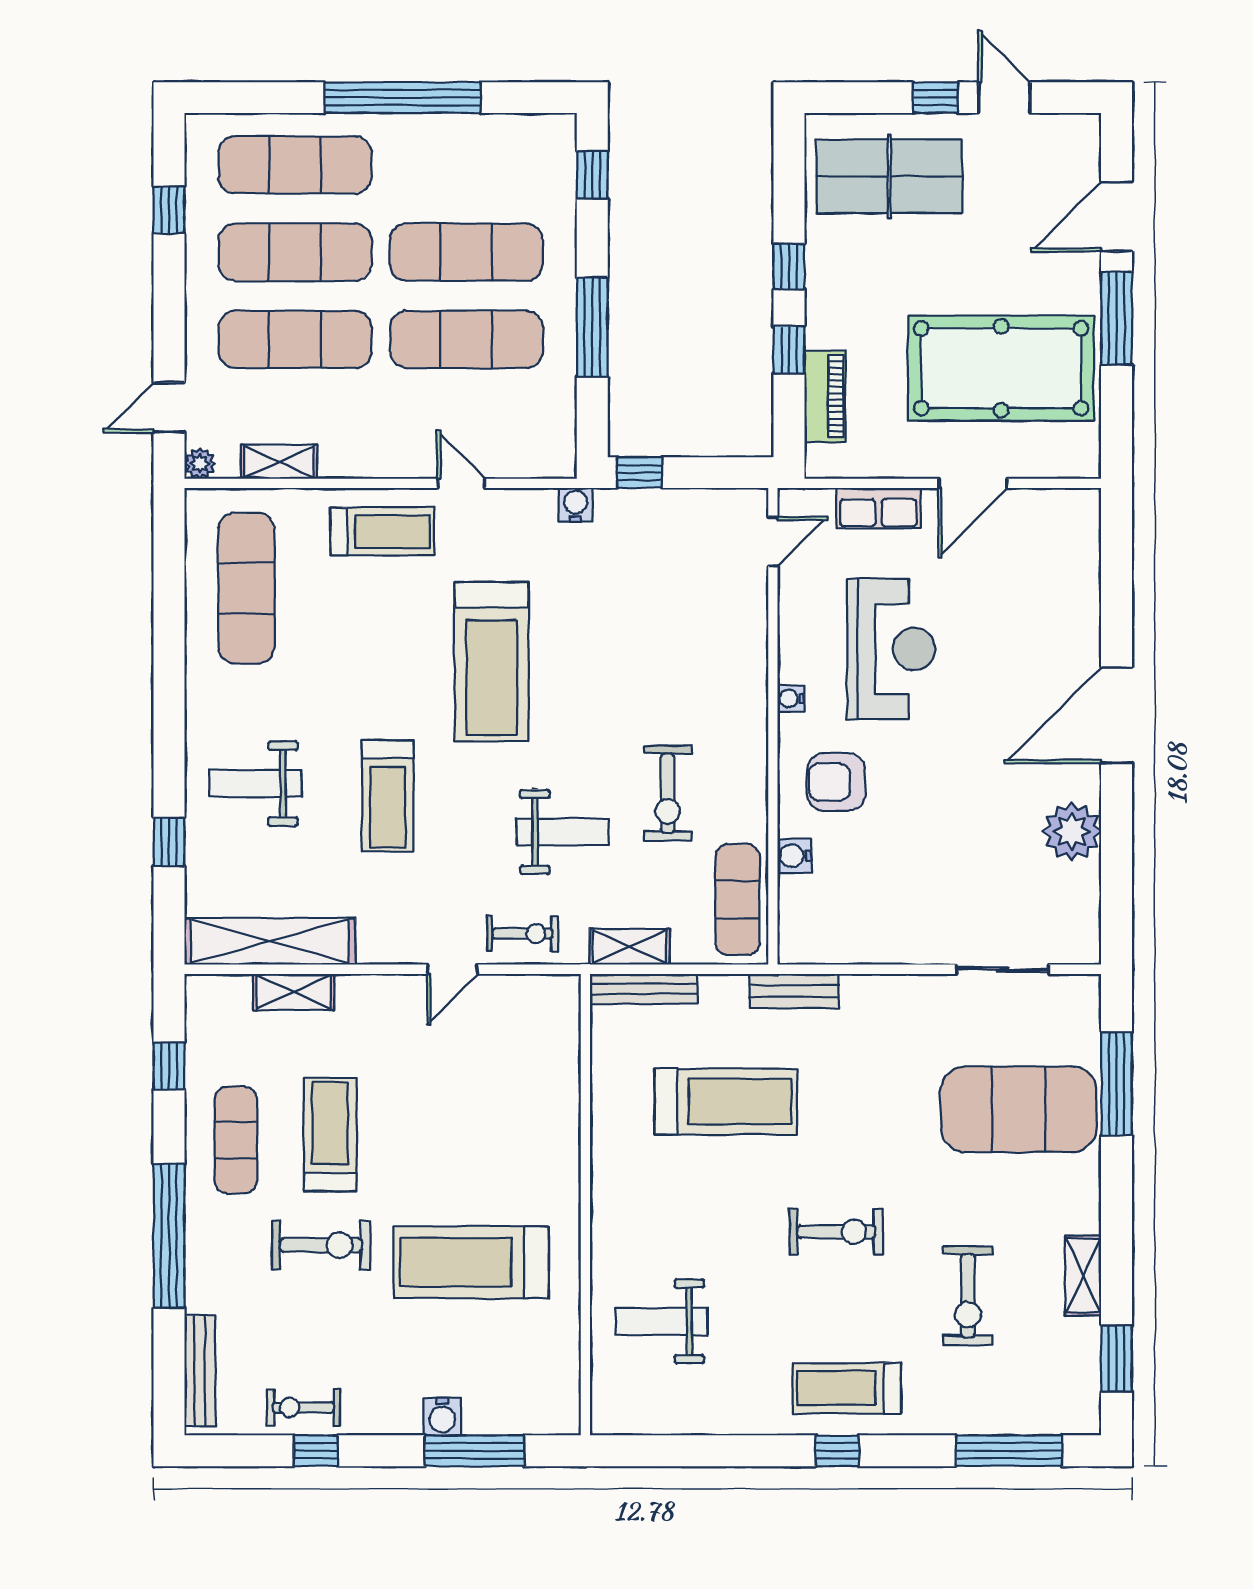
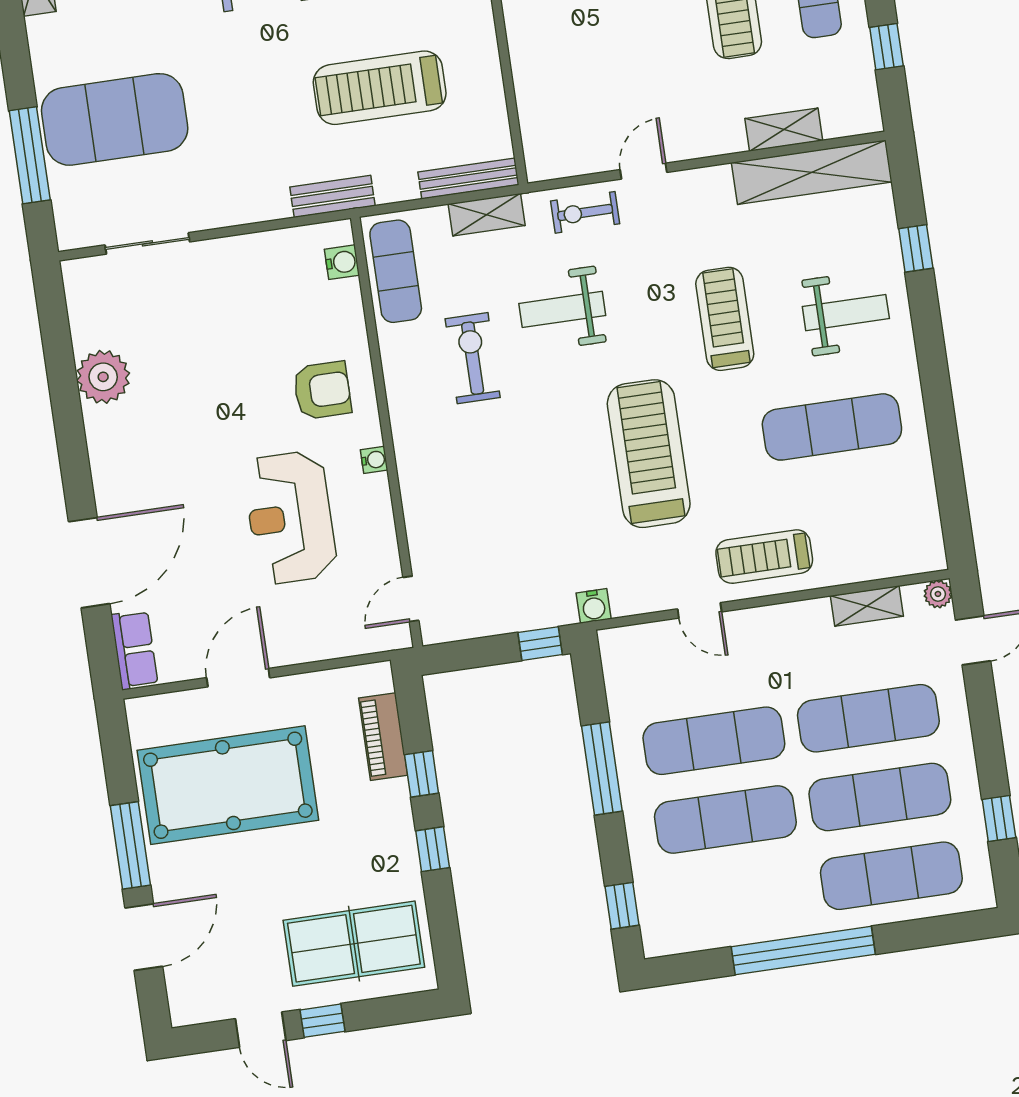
row of seats: (879, 508) -> (134, 650), moved, turned 90
exercise mat: (246, 588) -> (832, 427), moved, turned 90
door: (1117, 715) -> (89, 563), moved
water cooler: (794, 856) -> (342, 262), moved

